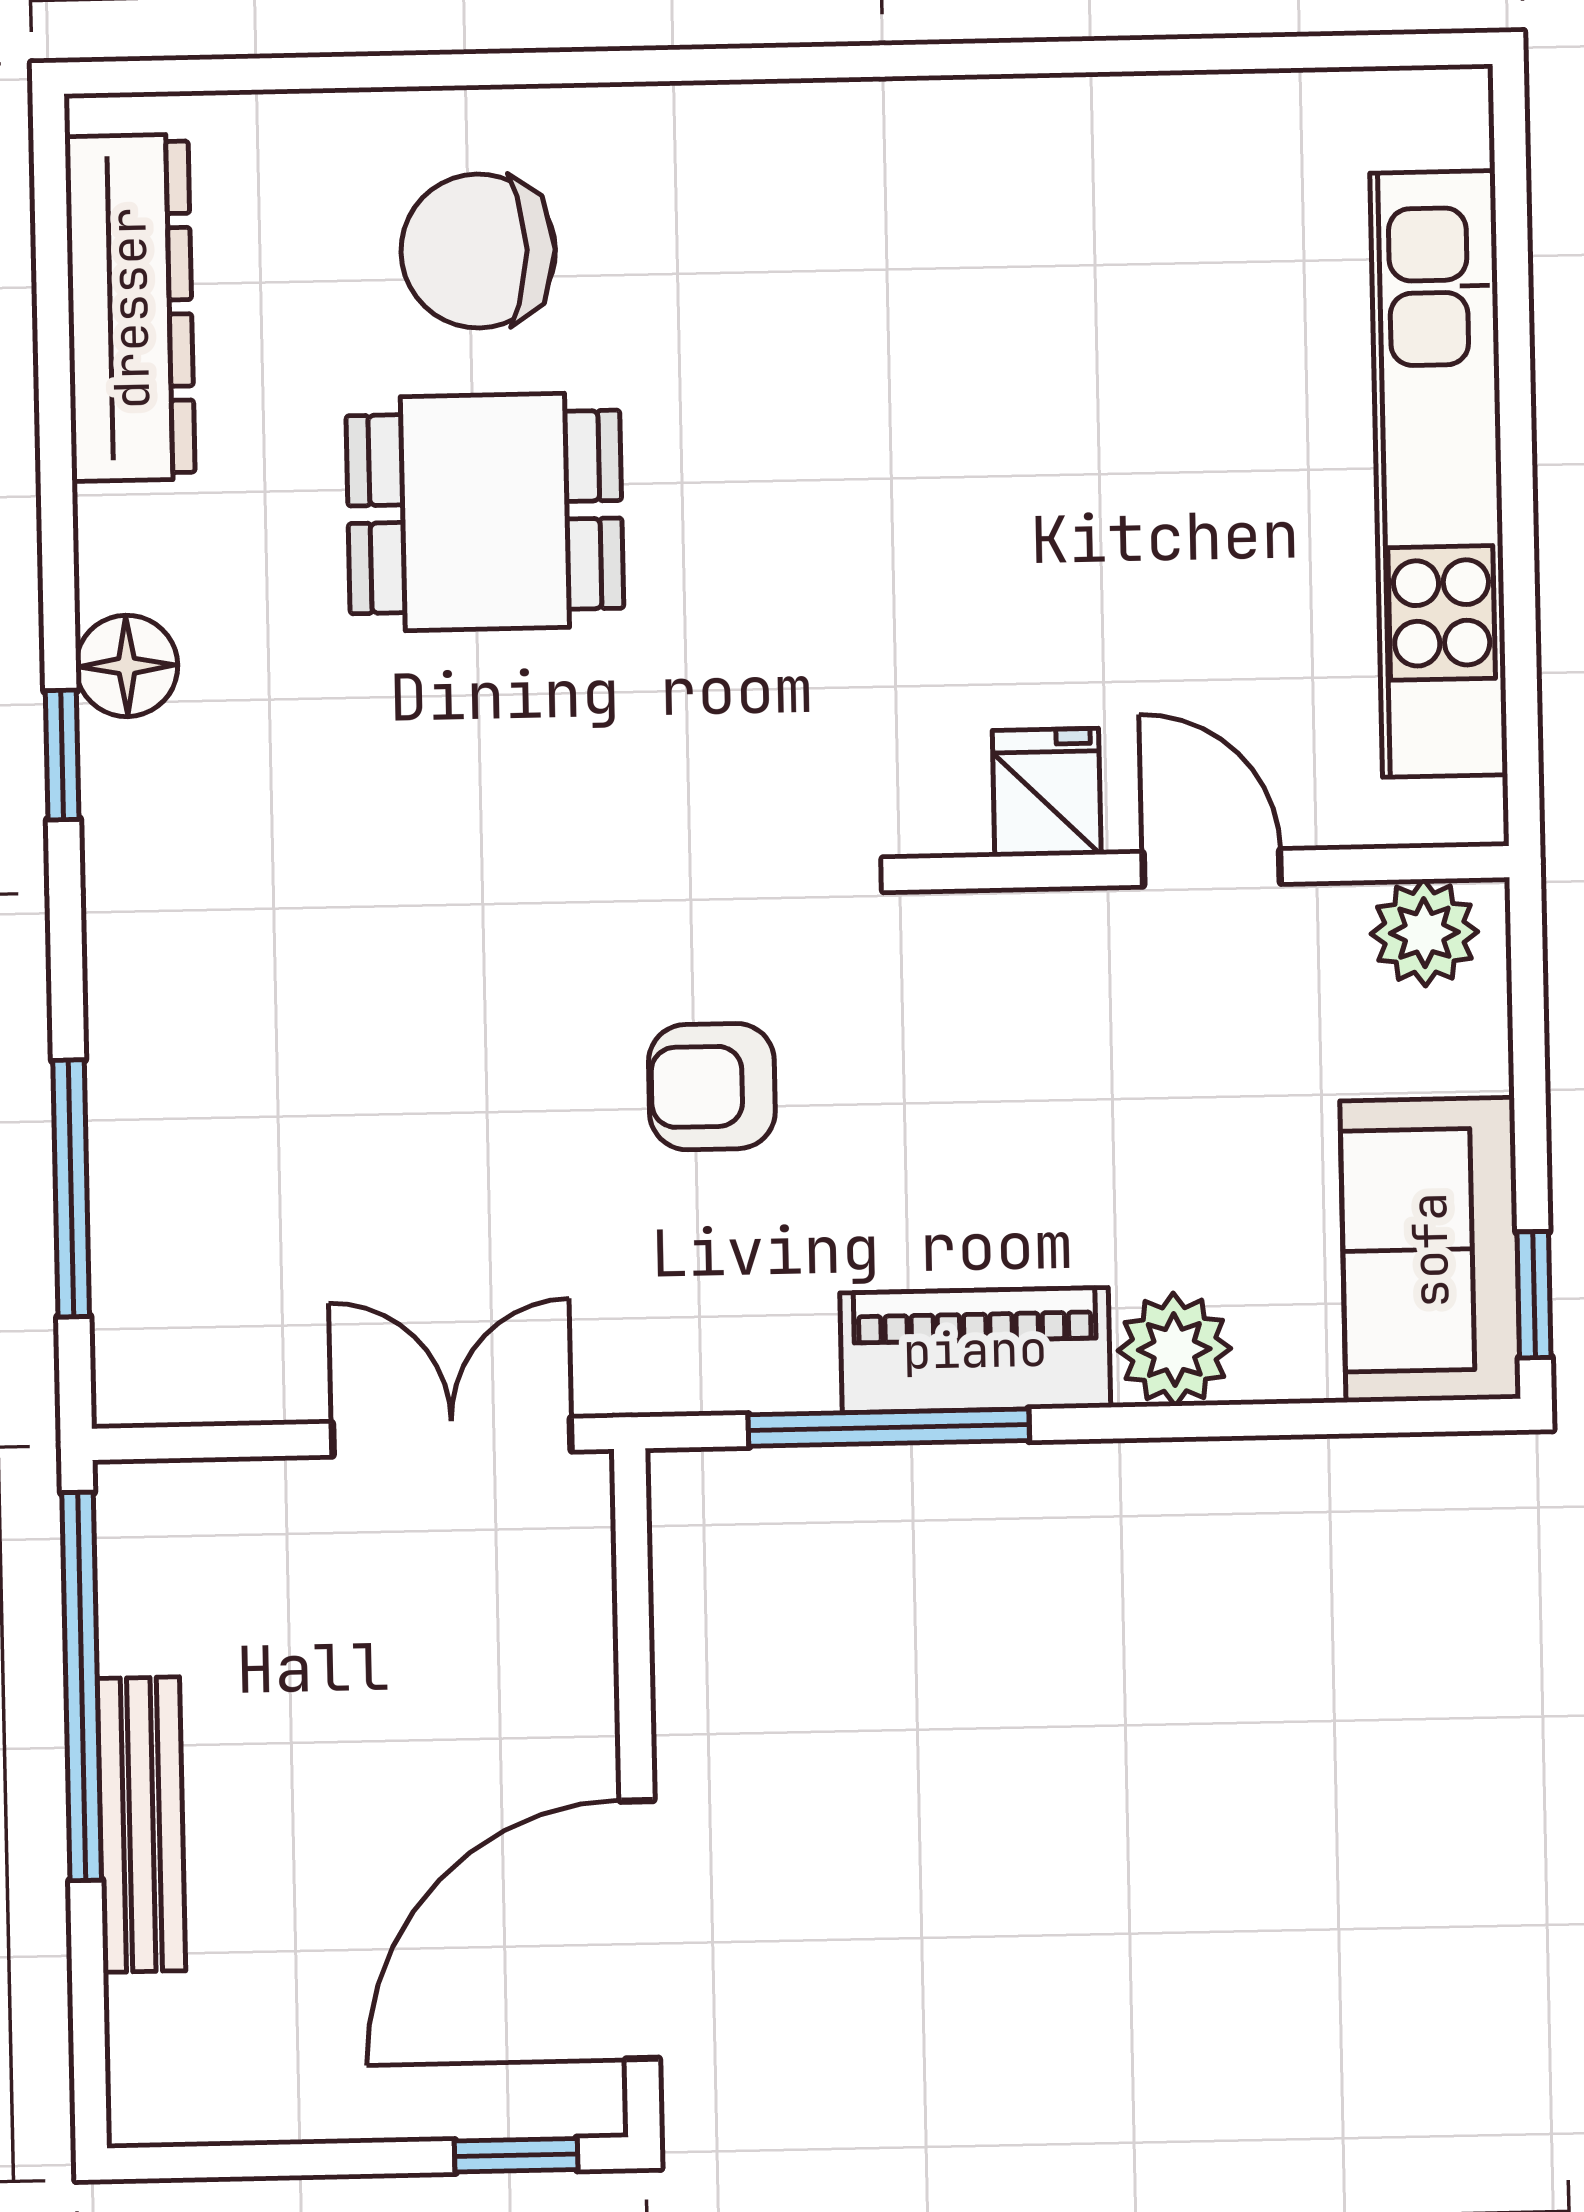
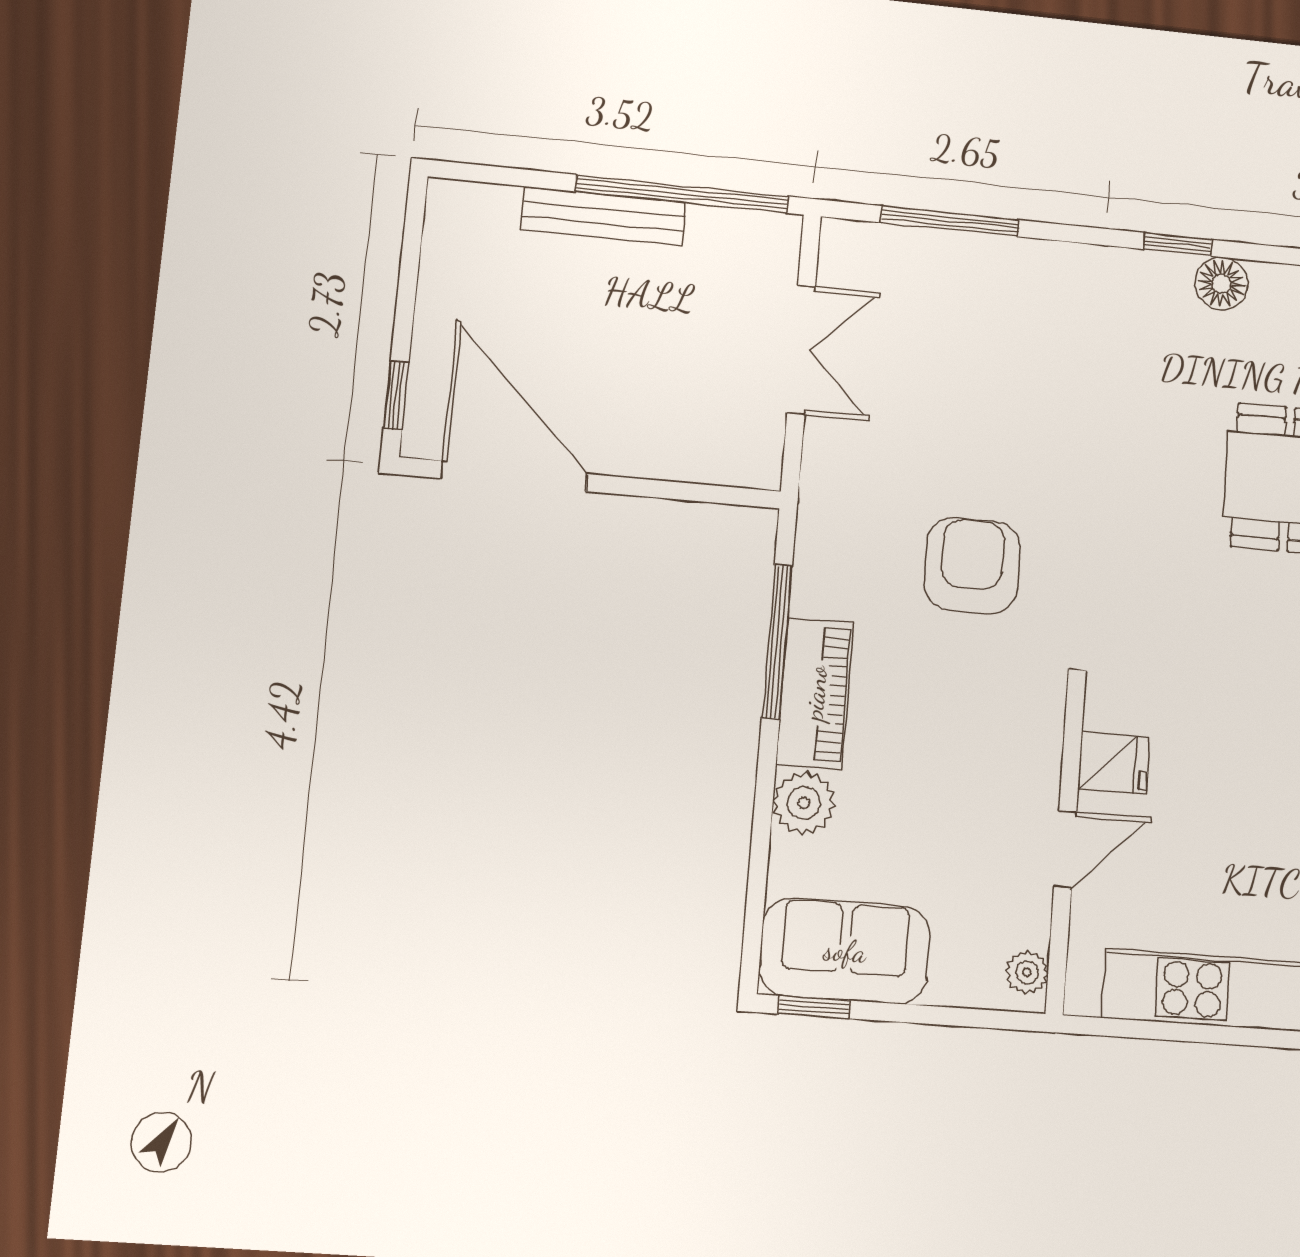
plant: (1424, 933) -> (1027, 972), width x0.73, depth x0.73
armchair: (712, 1087) -> (972, 566), width x1.38, depth x1.38
double door: (452, 1437) -> (801, 350), moved

